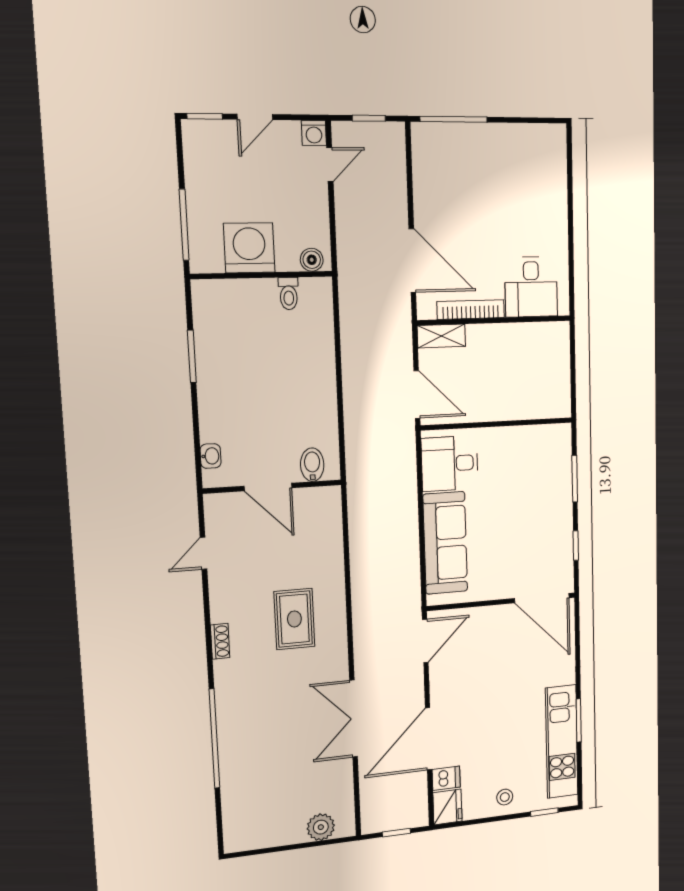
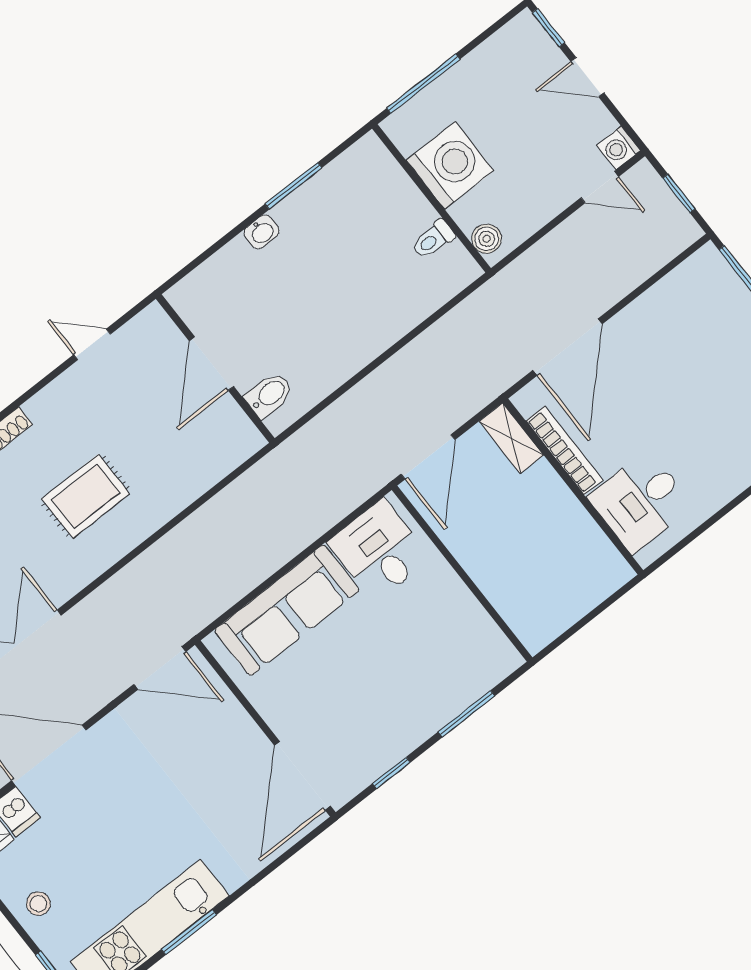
washbasin: (211, 456) -> (262, 232), moved

